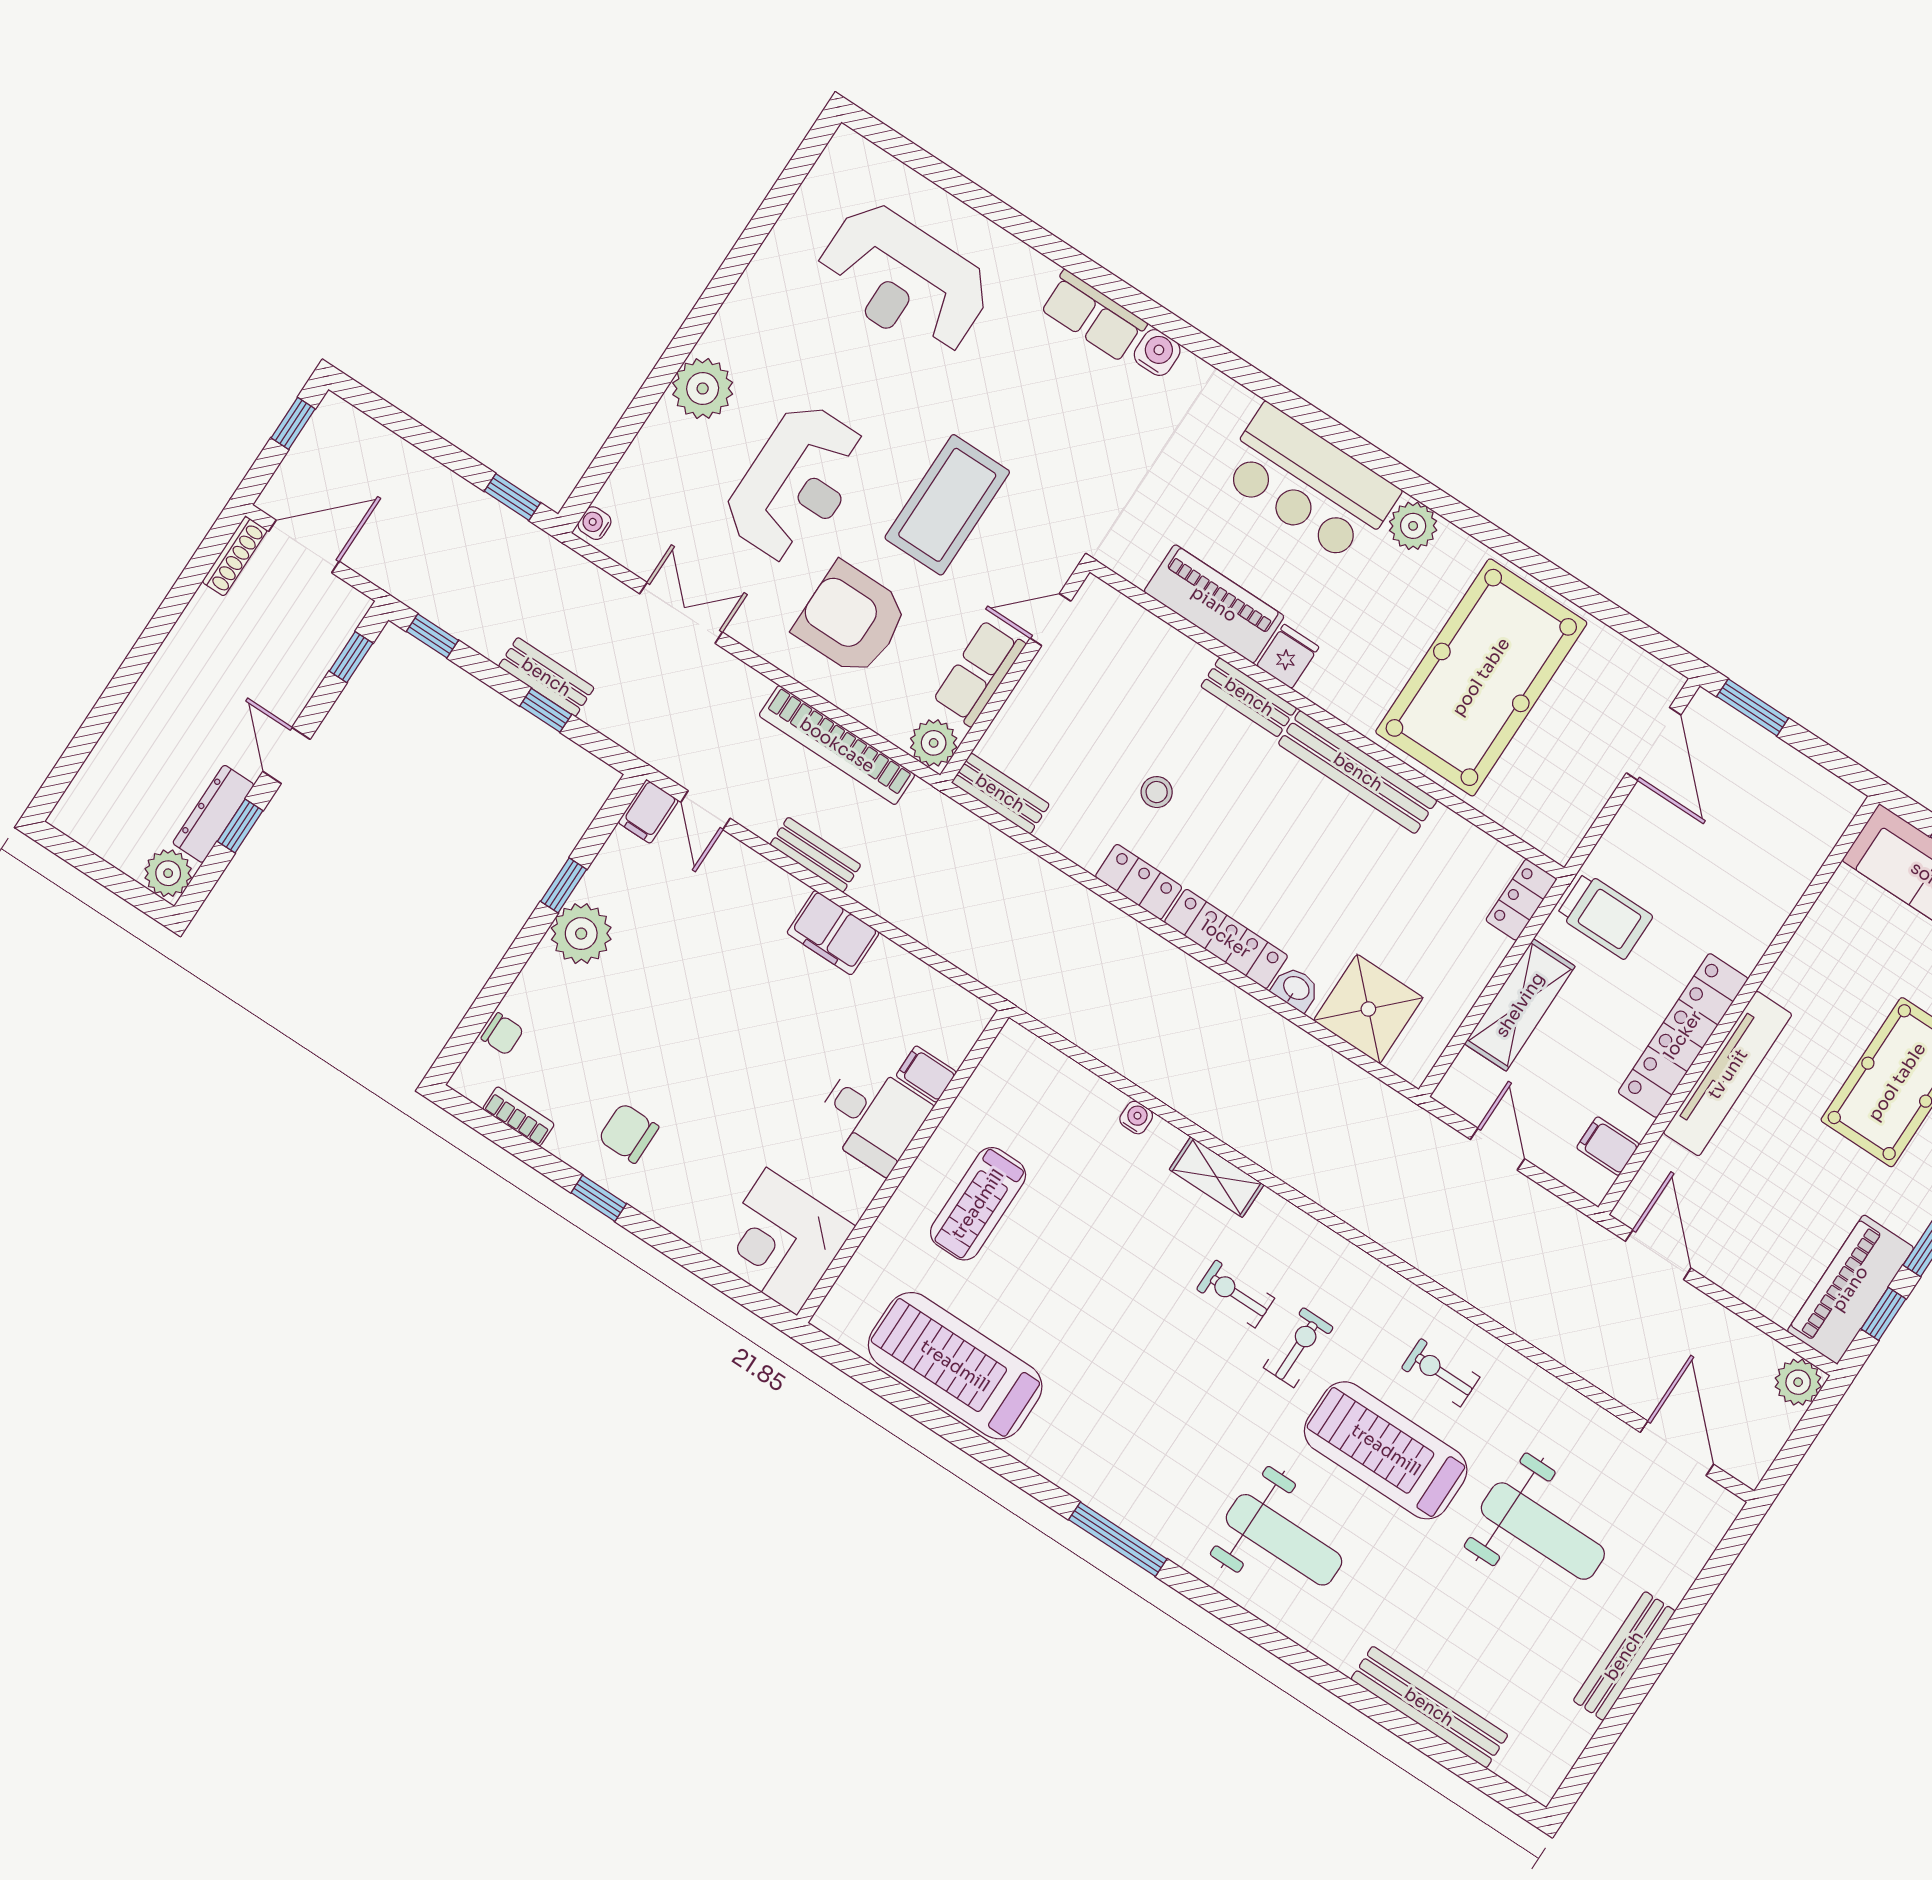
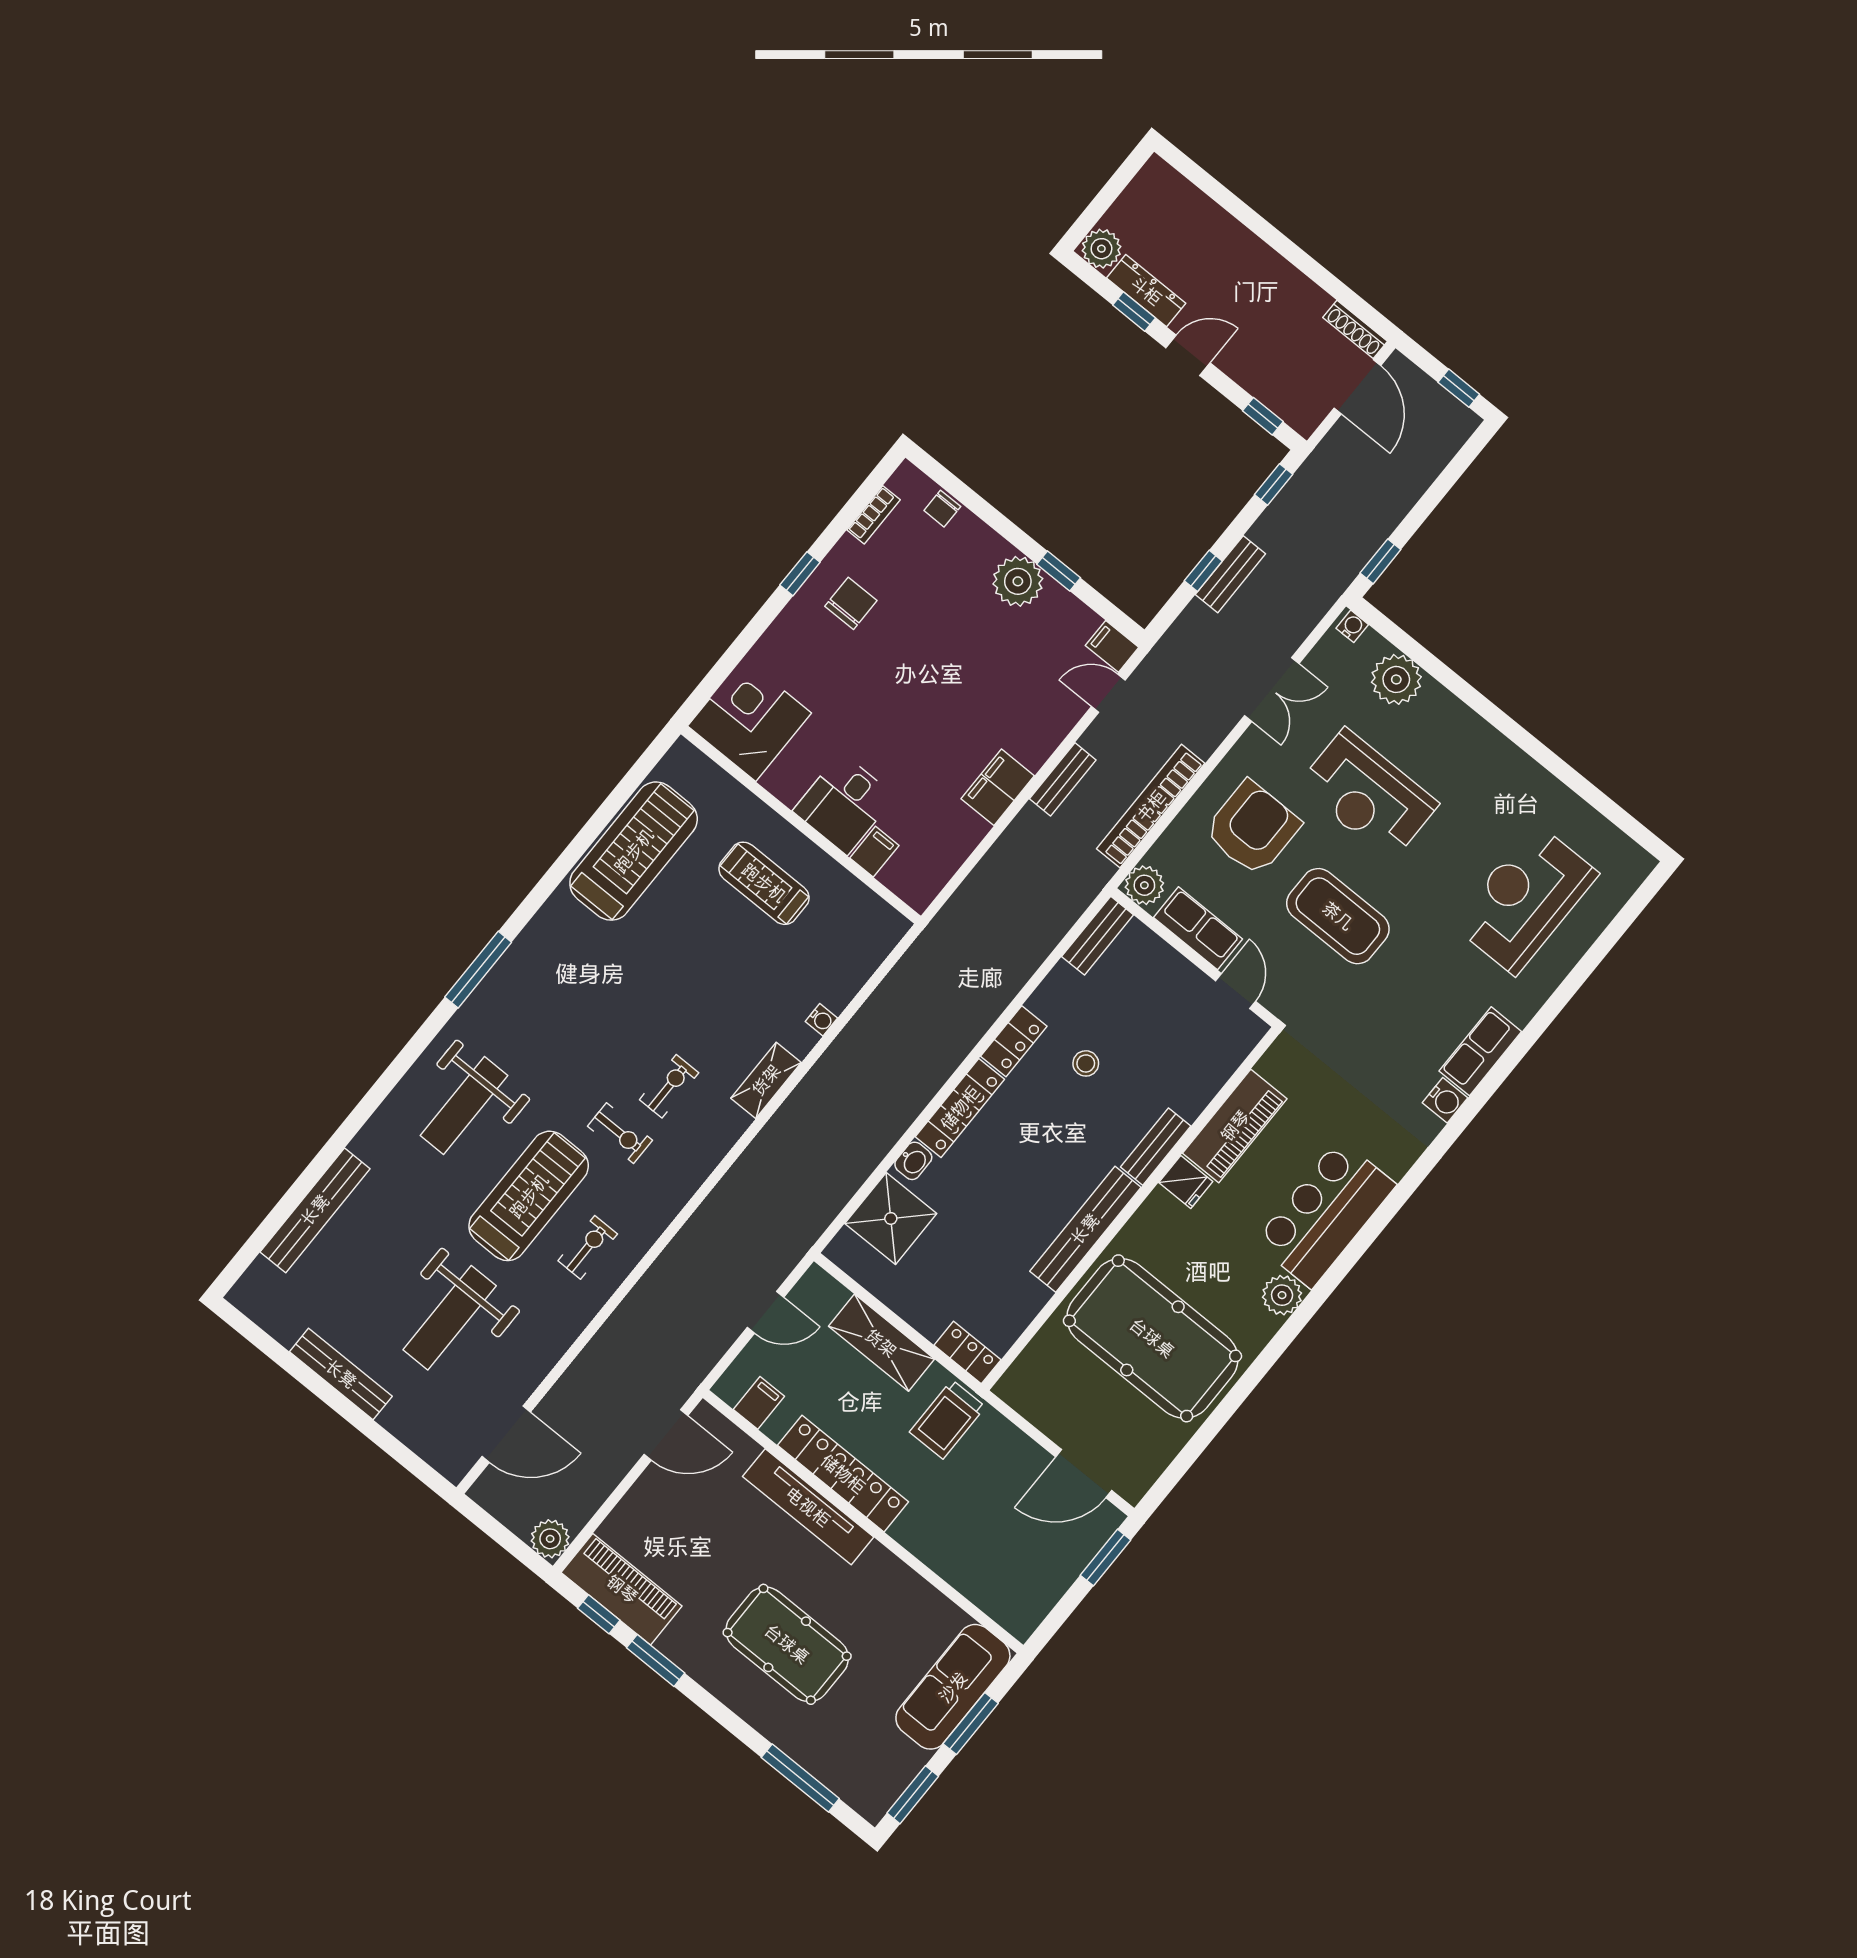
plant: (703, 388) -> (1396, 679), moved

